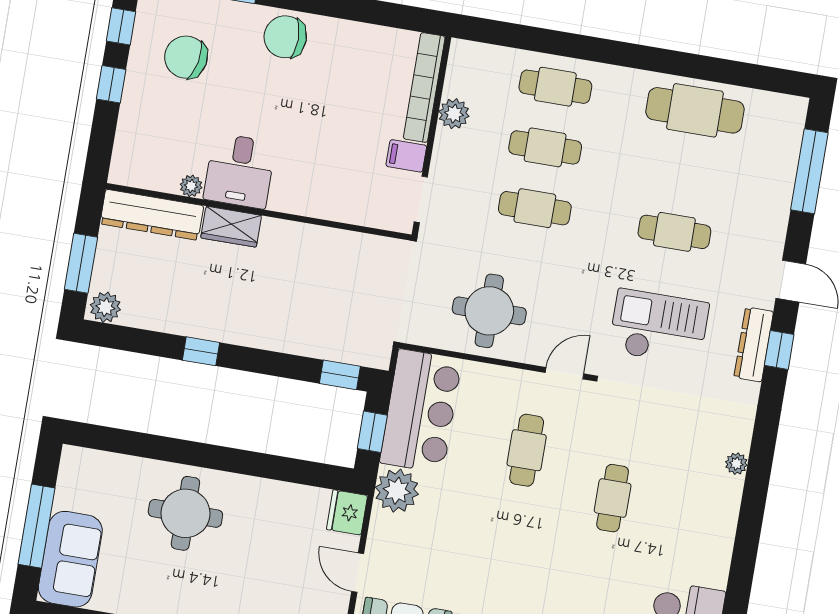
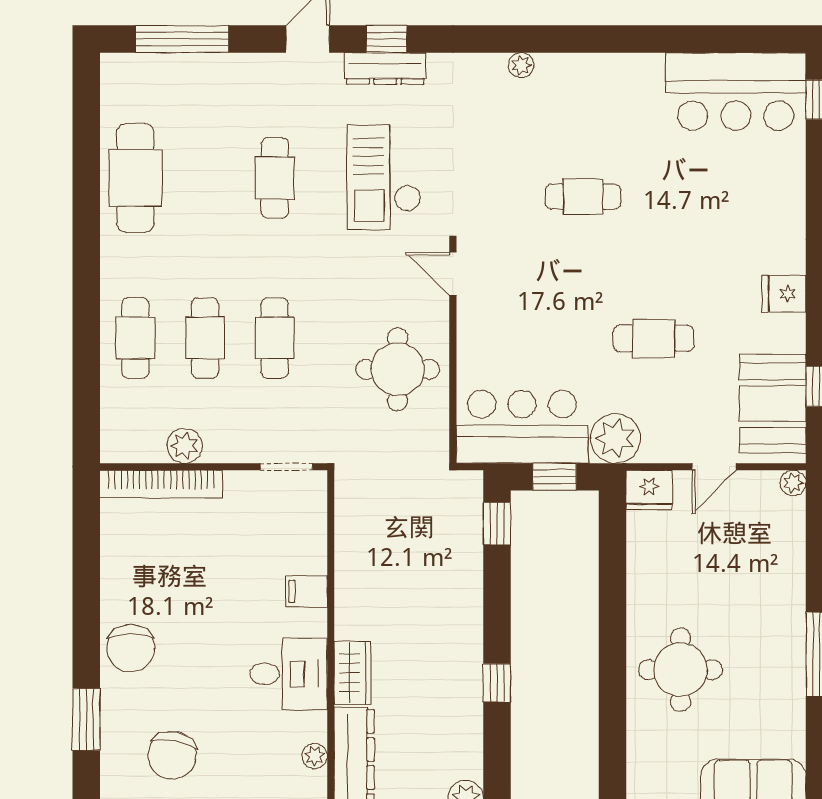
filing cabinet: (406, 156) -> (306, 591), moved, turned 90
plant: (191, 186) -> (315, 756), moved
cafe table: (527, 450) -> (654, 338), moved

